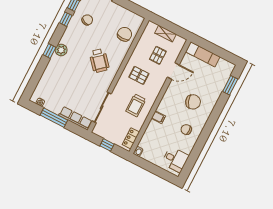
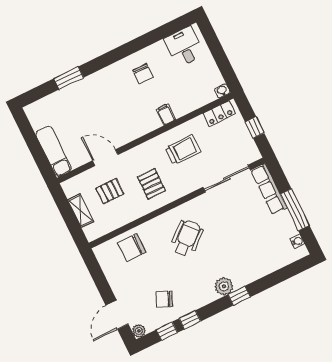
window: (230, 85) -> (69, 78), moved
chair: (193, 102) -> (109, 101), removed

